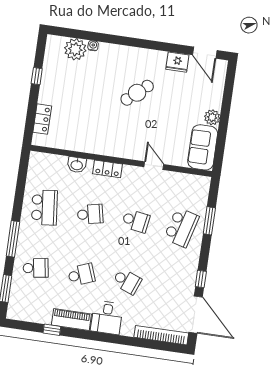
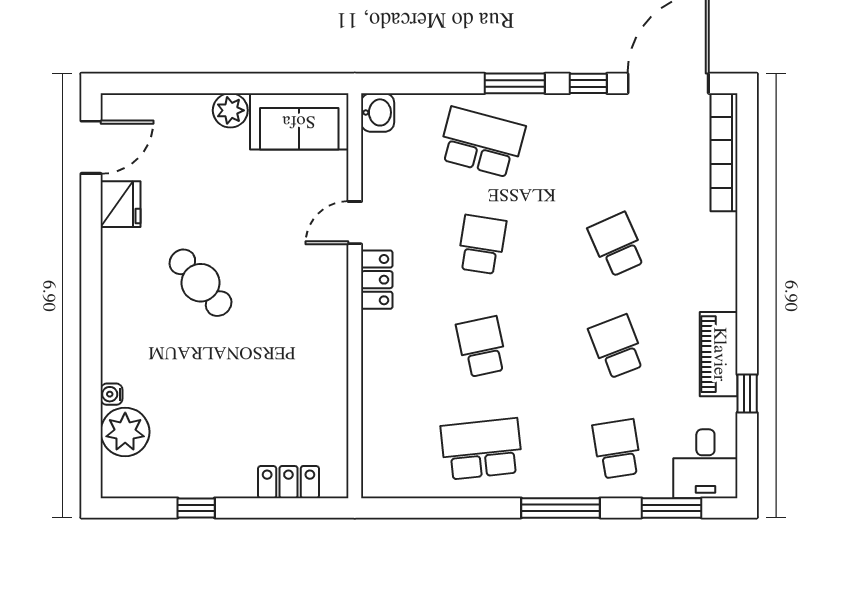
washbasin: (77, 165) -> (378, 112), moved
locker: (108, 169) -> (377, 280), moved
window: (209, 221) -> (515, 83), moved
school desk: (127, 281) -> (617, 245), turned -45
desk: (107, 318) -> (705, 464), moved, turned 90

